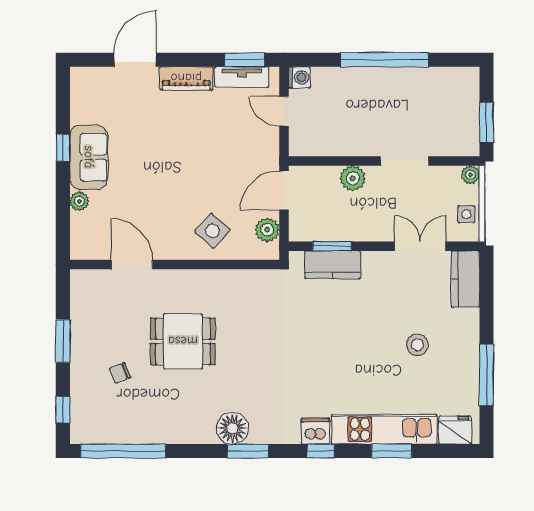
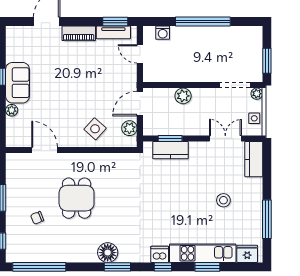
washing machine: (299, 77) -> (163, 33), moved, turned 90
doorway: (405, 161) -> (235, 85), moved
dining table: (183, 341) -> (77, 198), turned 90

